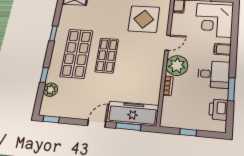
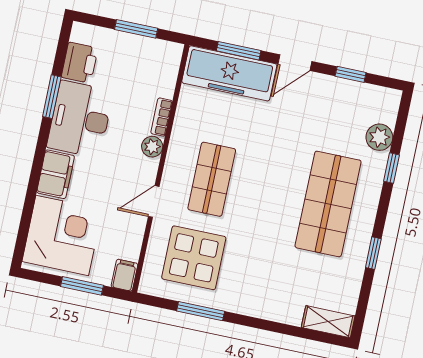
filing cabinet: (223, 49) -> (56, 174), width x2.00
shop shelf: (107, 55) -> (212, 179), moved
plant: (177, 66) -> (152, 147), width x0.53, depth x0.53
desk: (214, 74) -> (80, 119), width x1.37
window: (51, 119) -> (351, 74), moved
window: (188, 132) -> (136, 29), width x1.50

